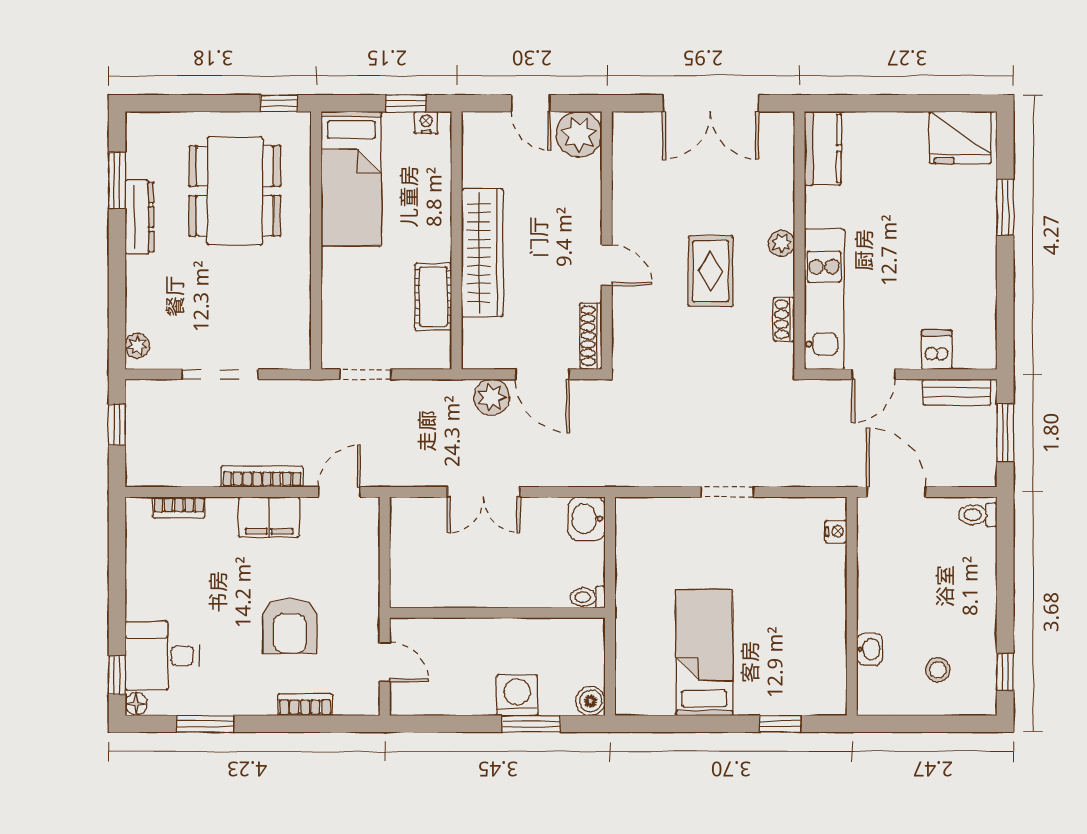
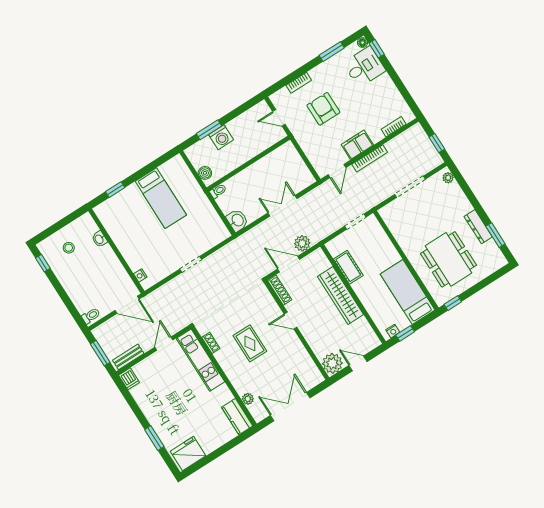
plant: (782, 243) -> (248, 399), moved
dishwasher: (937, 350) -> (129, 379), moved
boiler: (591, 701) -> (205, 173), moved

